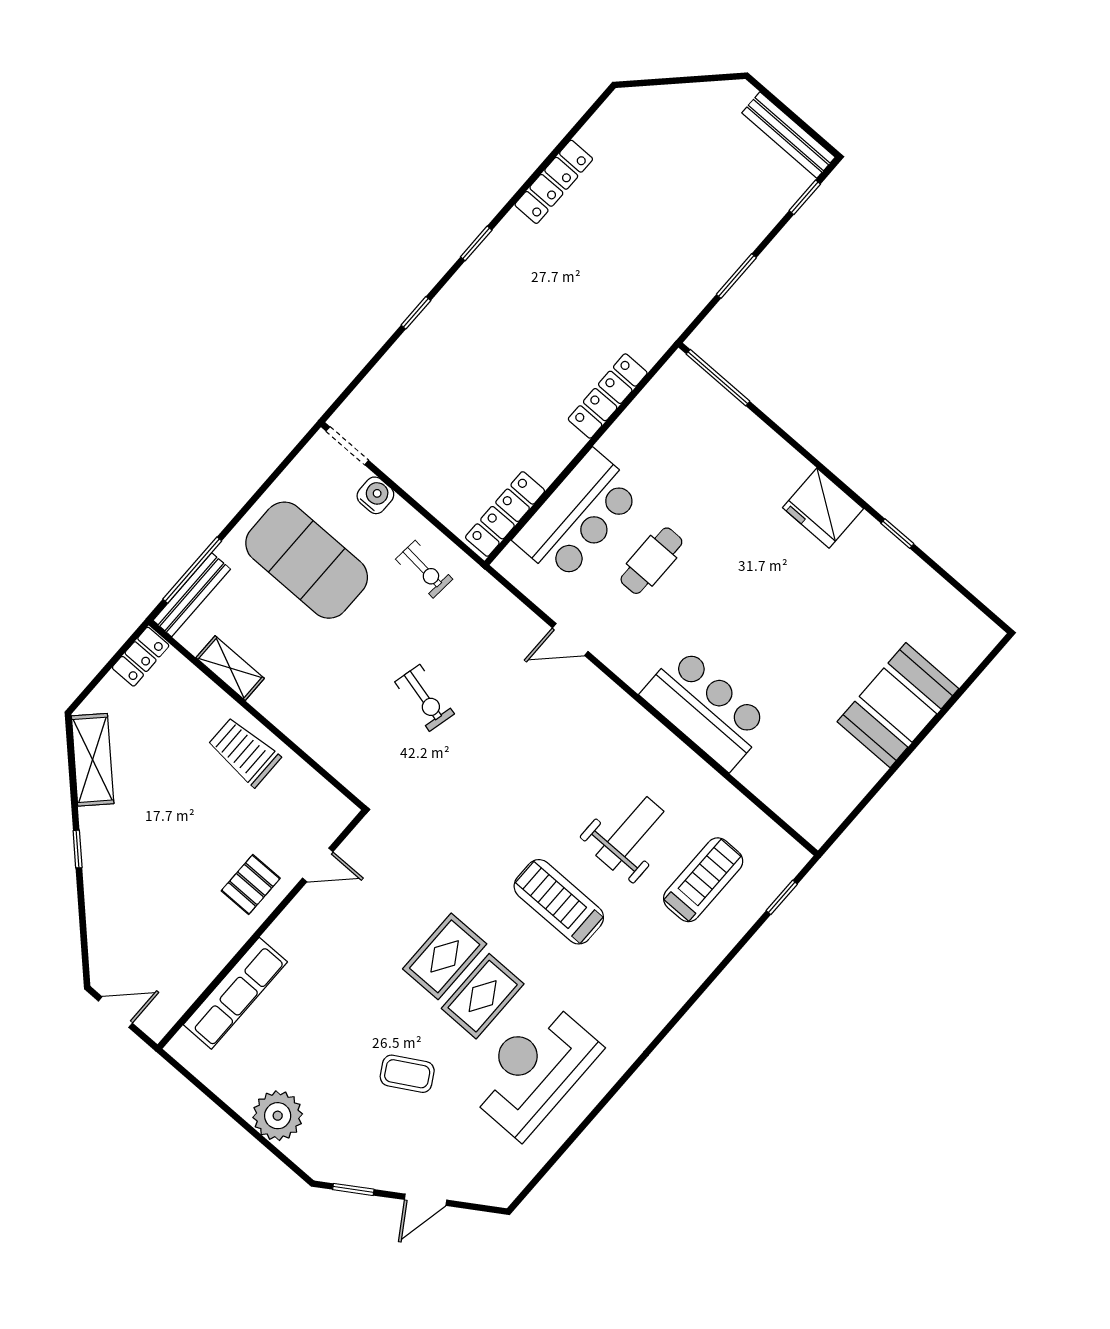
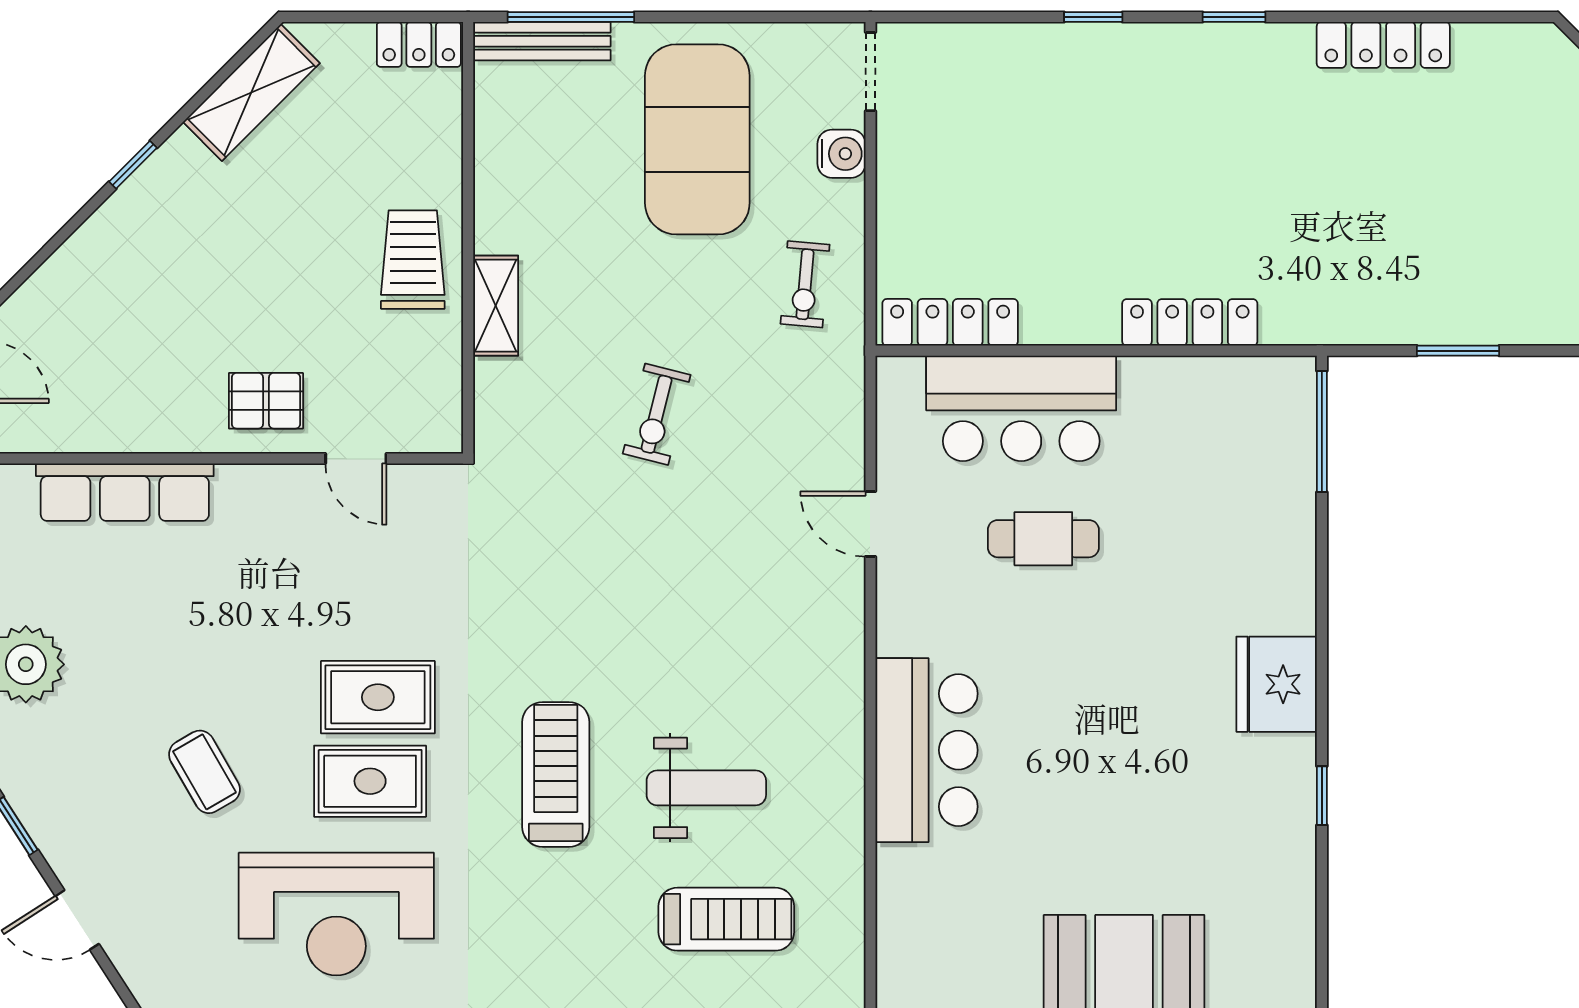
shelving: (230, 668) -> (496, 306), moved
reception desk: (534, 1070) -> (336, 914), turned 180

